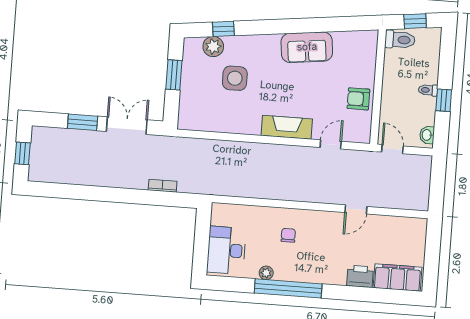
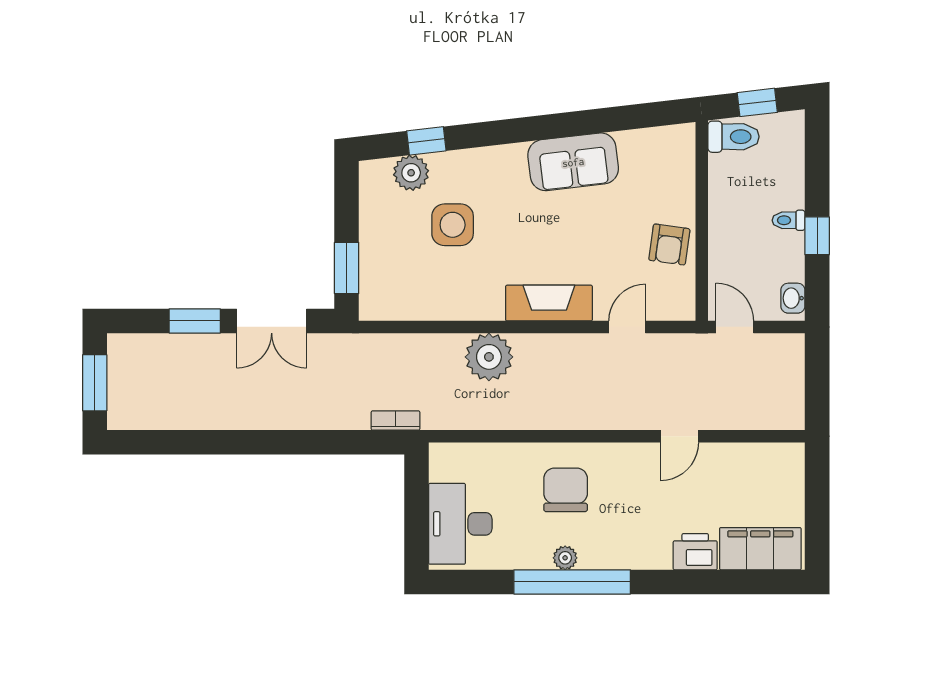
window: (174, 75) -> (347, 268), moved
armchair: (358, 99) -> (669, 245), turned -82
double door: (127, 126) -> (272, 321), swing flipped
window: (22, 153) -> (95, 383), width x1.50
plant: (250, 156) -> (489, 357), added
bookcase: (163, 186) -> (396, 420), moved
chair: (288, 235) -> (566, 490), width x1.87, depth x1.87
plant: (266, 273) -> (565, 558), moved

